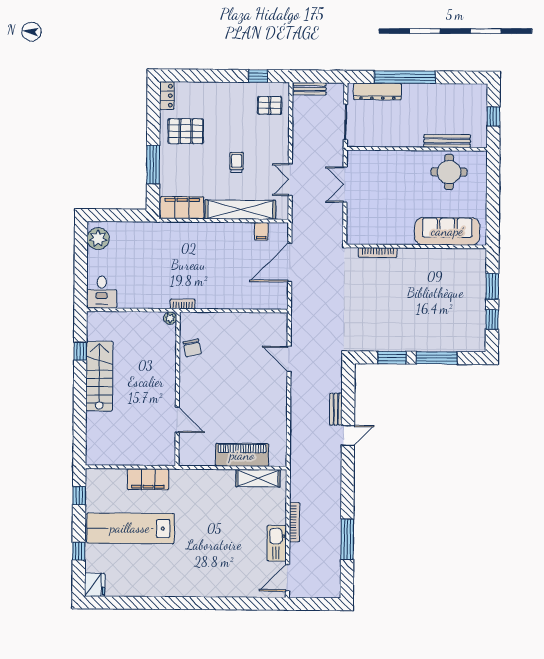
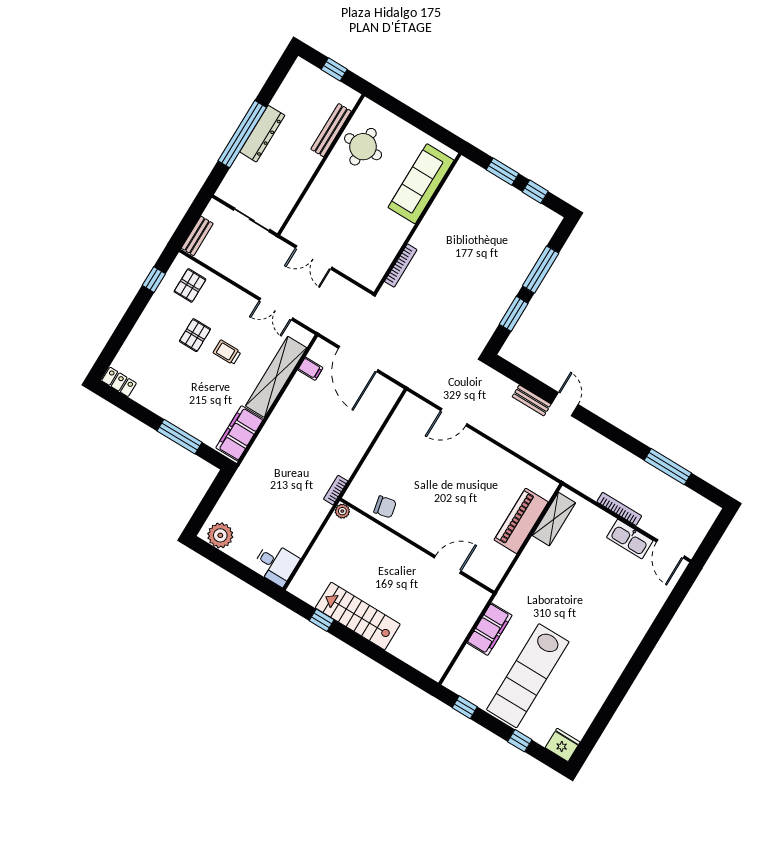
dresser: (377, 91) -> (262, 134), moved
pallet: (186, 131) -> (195, 335), moved, width x0.67, depth x0.71

